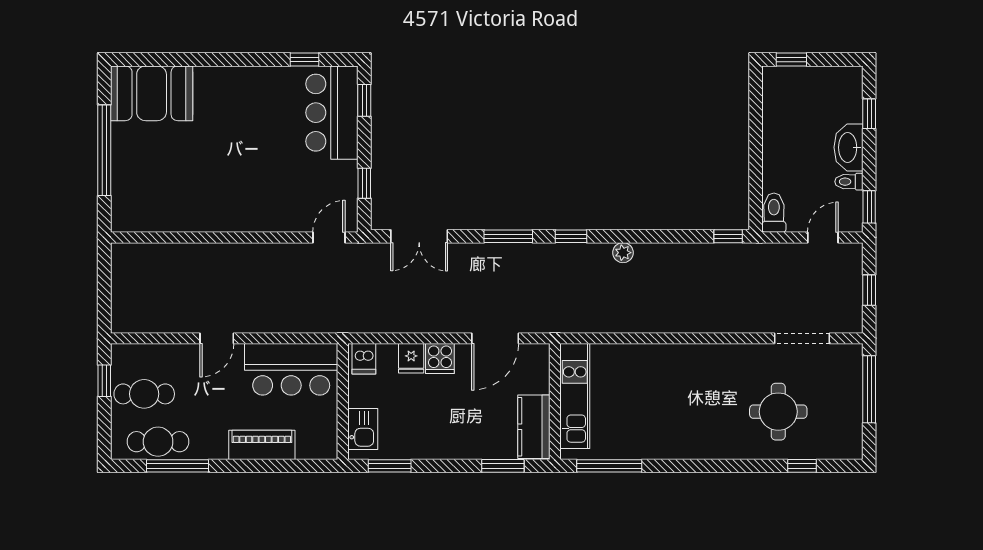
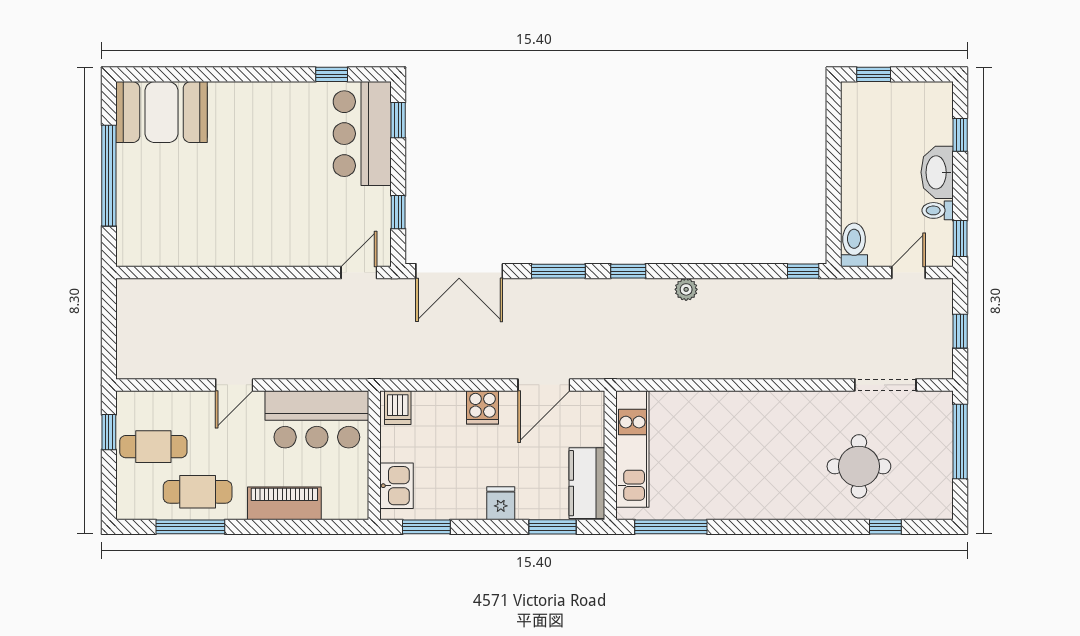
double door: (419, 236) -> (459, 271), width x1.37
fridge: (411, 358) -> (501, 503), moved, turned 180
cafe table: (158, 442) -> (198, 492), moved

